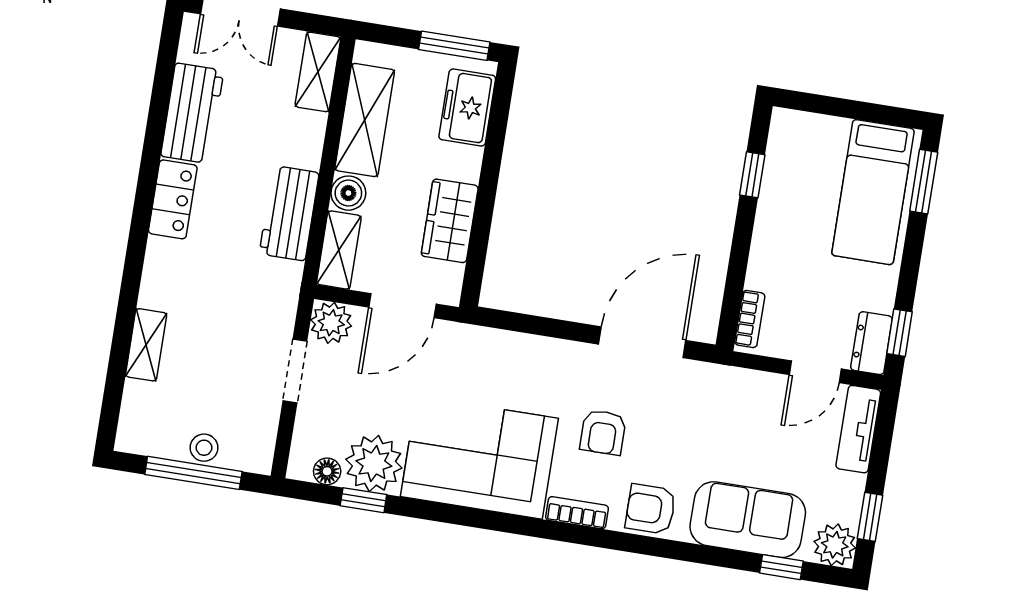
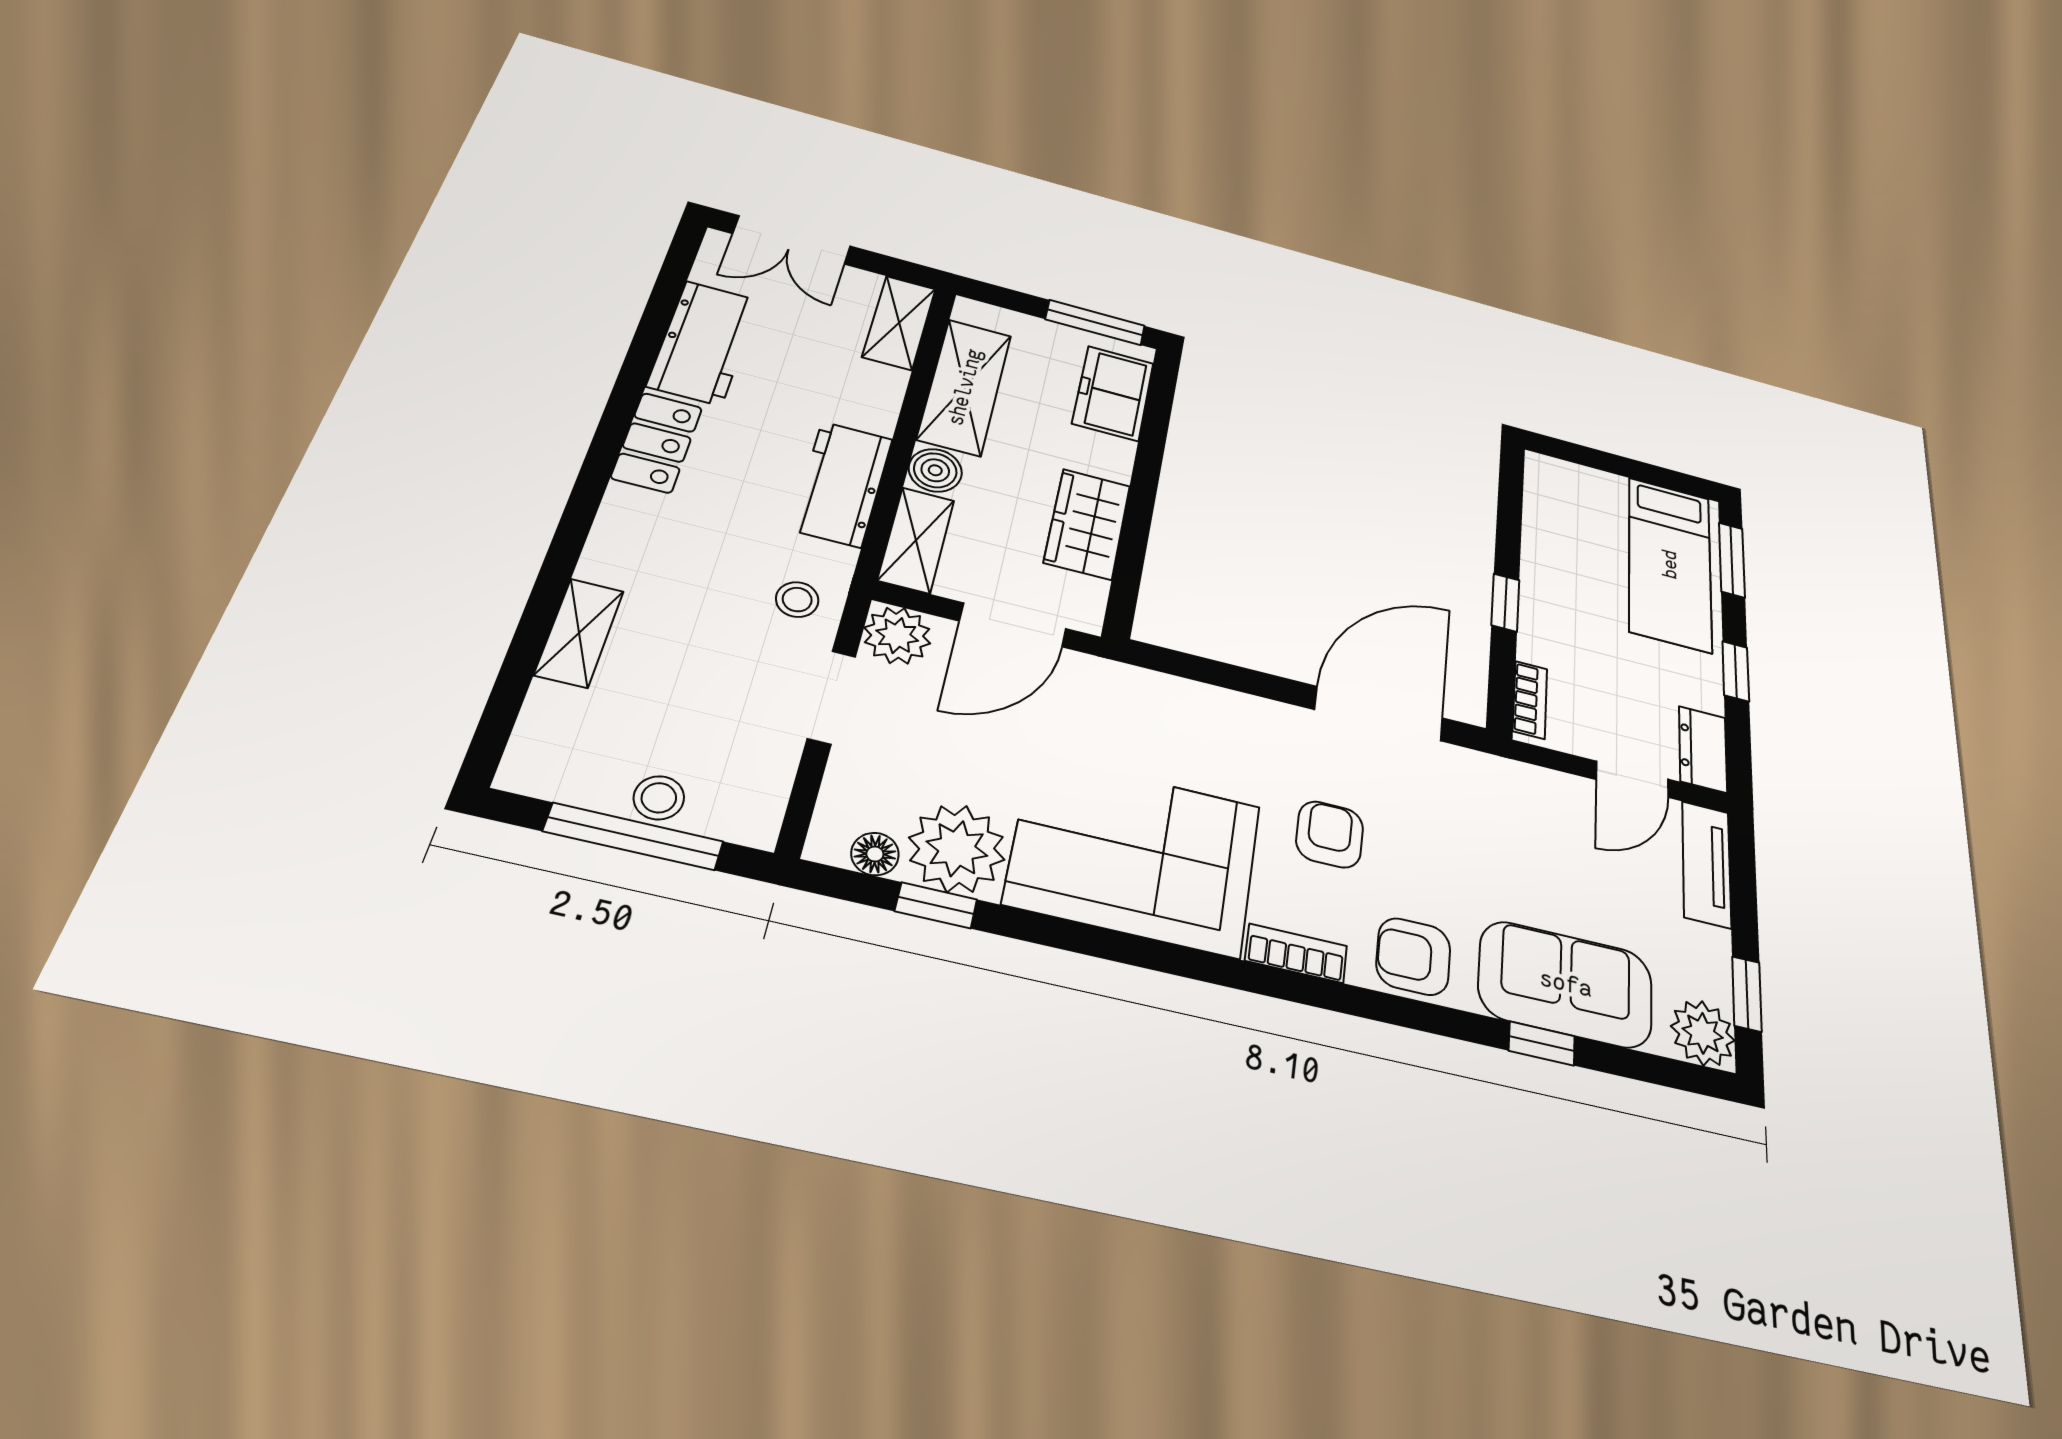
window: (752, 175) -> (1505, 603), moved
stool: (269, 305) -> (797, 600), added
window: (900, 333) -> (1736, 671), moved
armchair: (603, 432) -> (1330, 834), turned 180
window: (781, 567) -> (1542, 1043), moved

